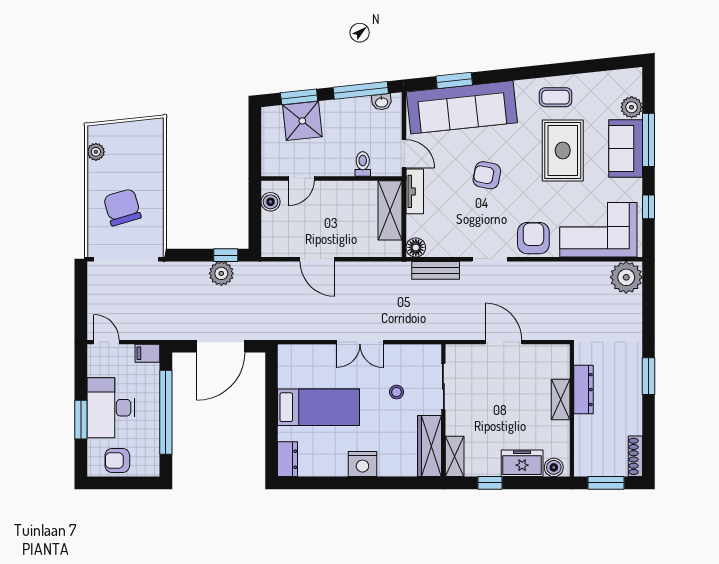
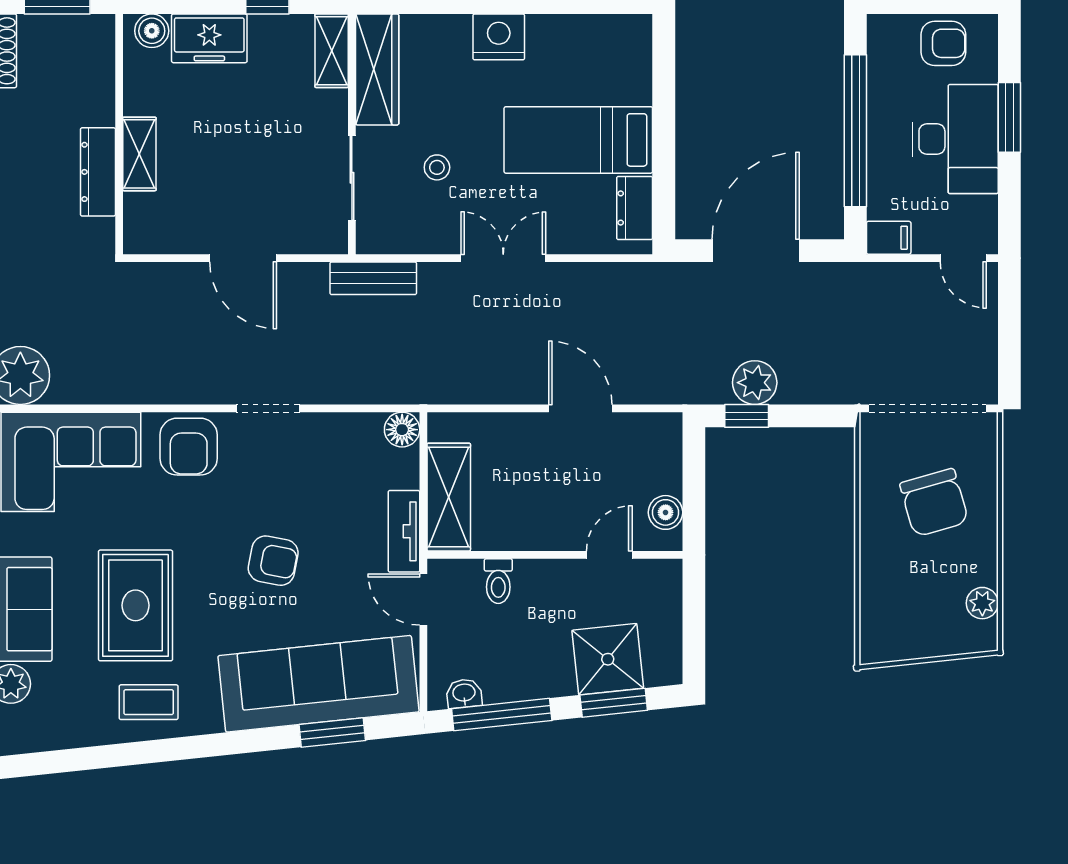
bench: (436, 270) -> (373, 278), moved
dresser: (288, 459) -> (635, 208), moved

